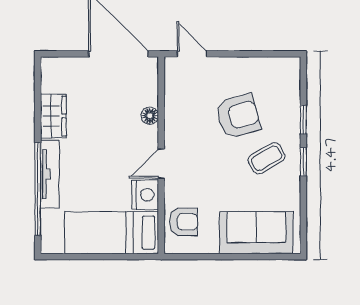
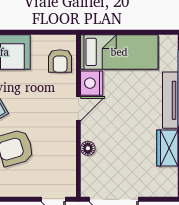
armchair: (184, 222) -> (60, 61), turned -90

